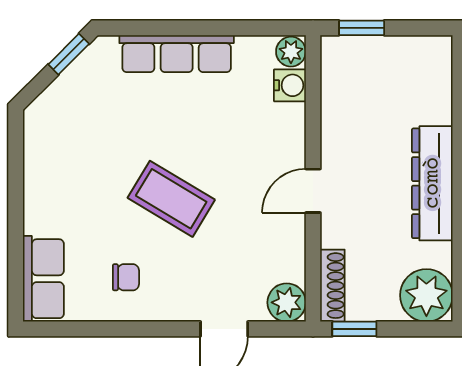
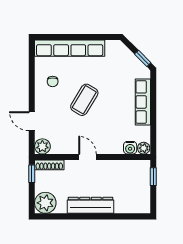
row of seats: (43, 279) -> (70, 48), width x2.02

